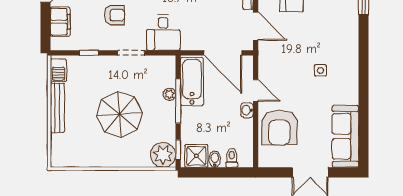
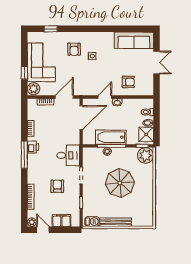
armchair: (331, 42) -> (74, 49), added
bathtub: (192, 81) -> (111, 137), moved
armchair: (279, 128) -> (128, 82), width x0.53, depth x0.53

